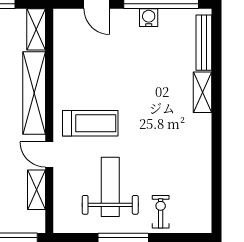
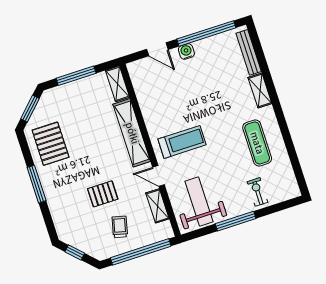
water cooler: (149, 18) -> (186, 51), moved
exercise mat: (179, 154) -> (257, 143), added
weight bench: (110, 187) -> (199, 202), moved

